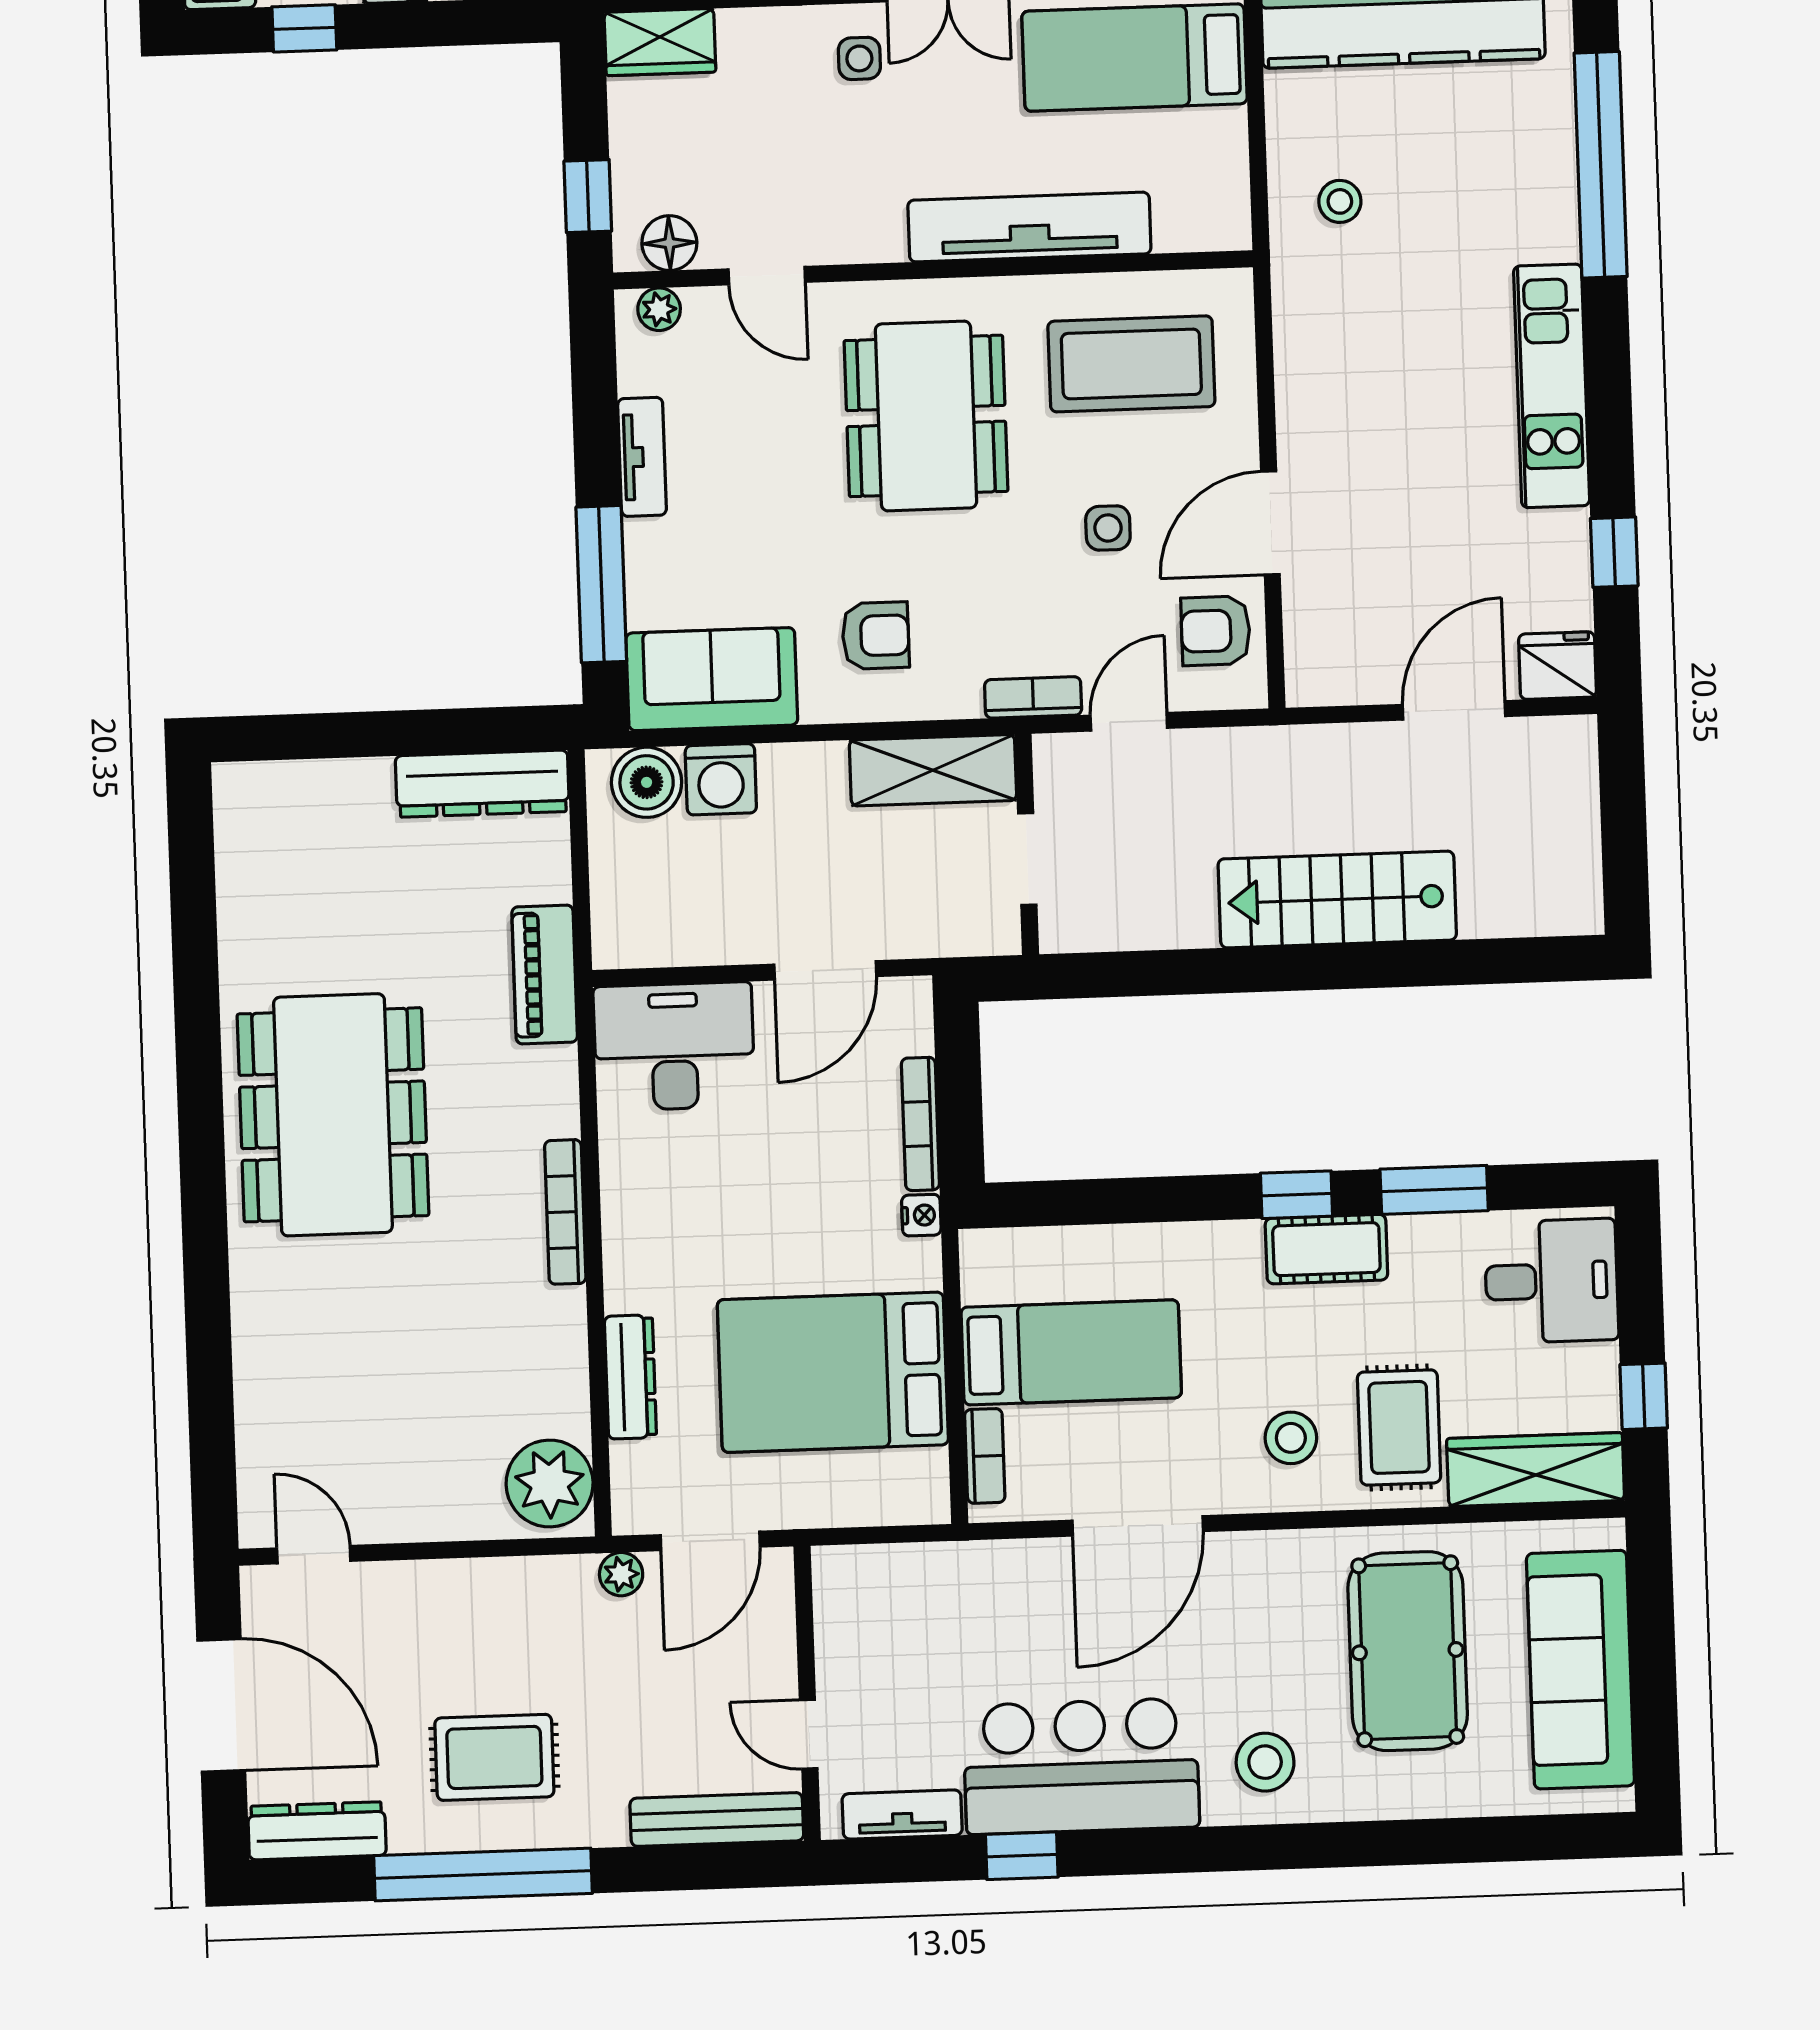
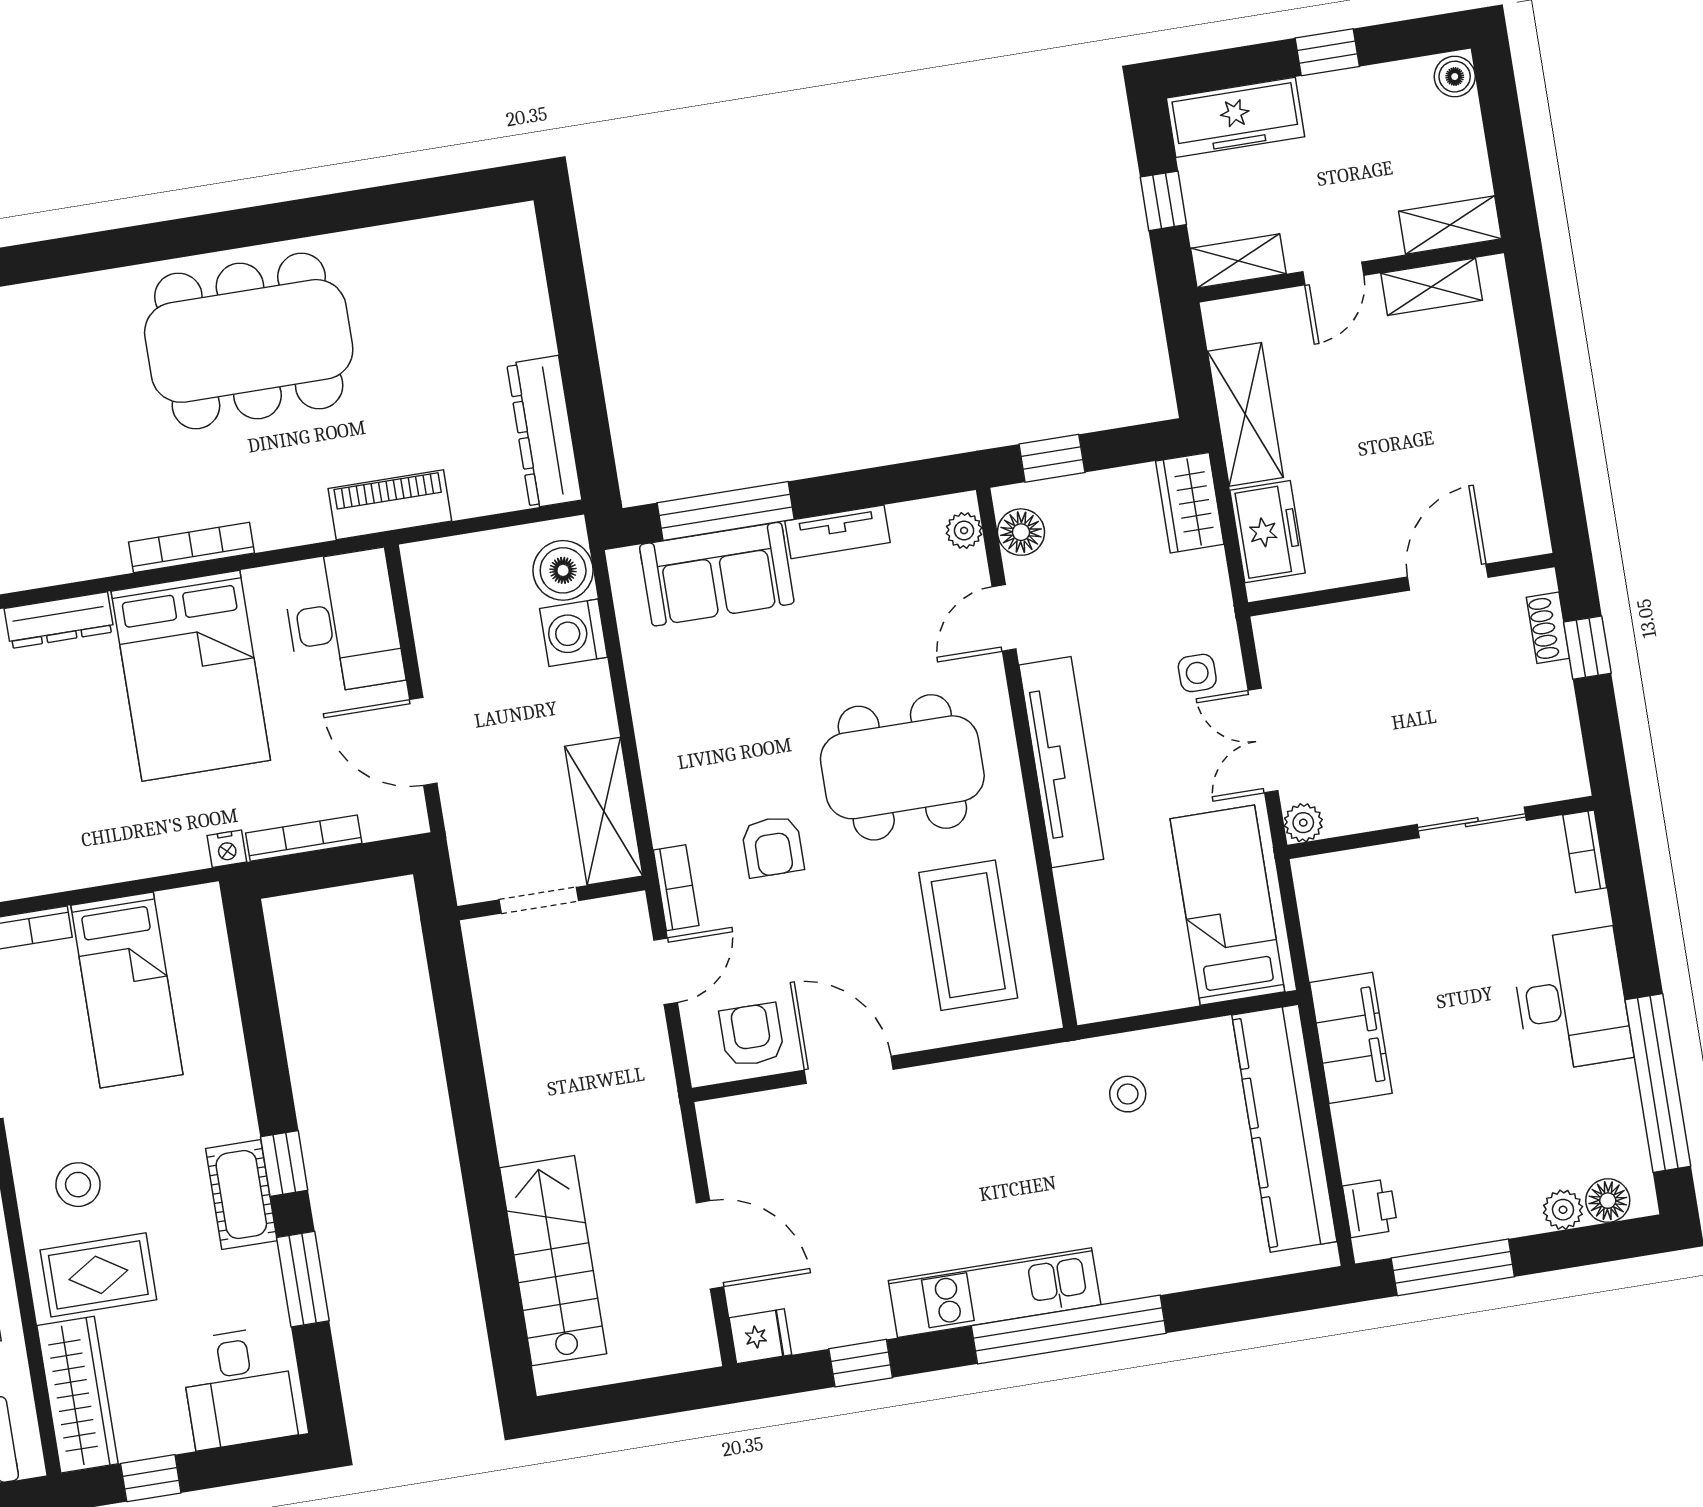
window: (1601, 165) -> (1069, 1330), moved
tv unit: (1029, 227) -> (1061, 762), moved
side table: (1108, 528) -> (827, 933), removed
armchair: (876, 636) -> (773, 847), moved
fridge: (1557, 666) -> (760, 1336), width x0.72
sofa: (712, 679) -> (717, 574), moved, turned 90
door: (1129, 722) -> (666, 971), hinge flipped
stairs: (1337, 899) -> (553, 1261), moved
bed: (833, 1372) -> (191, 676), moved, turned 180

